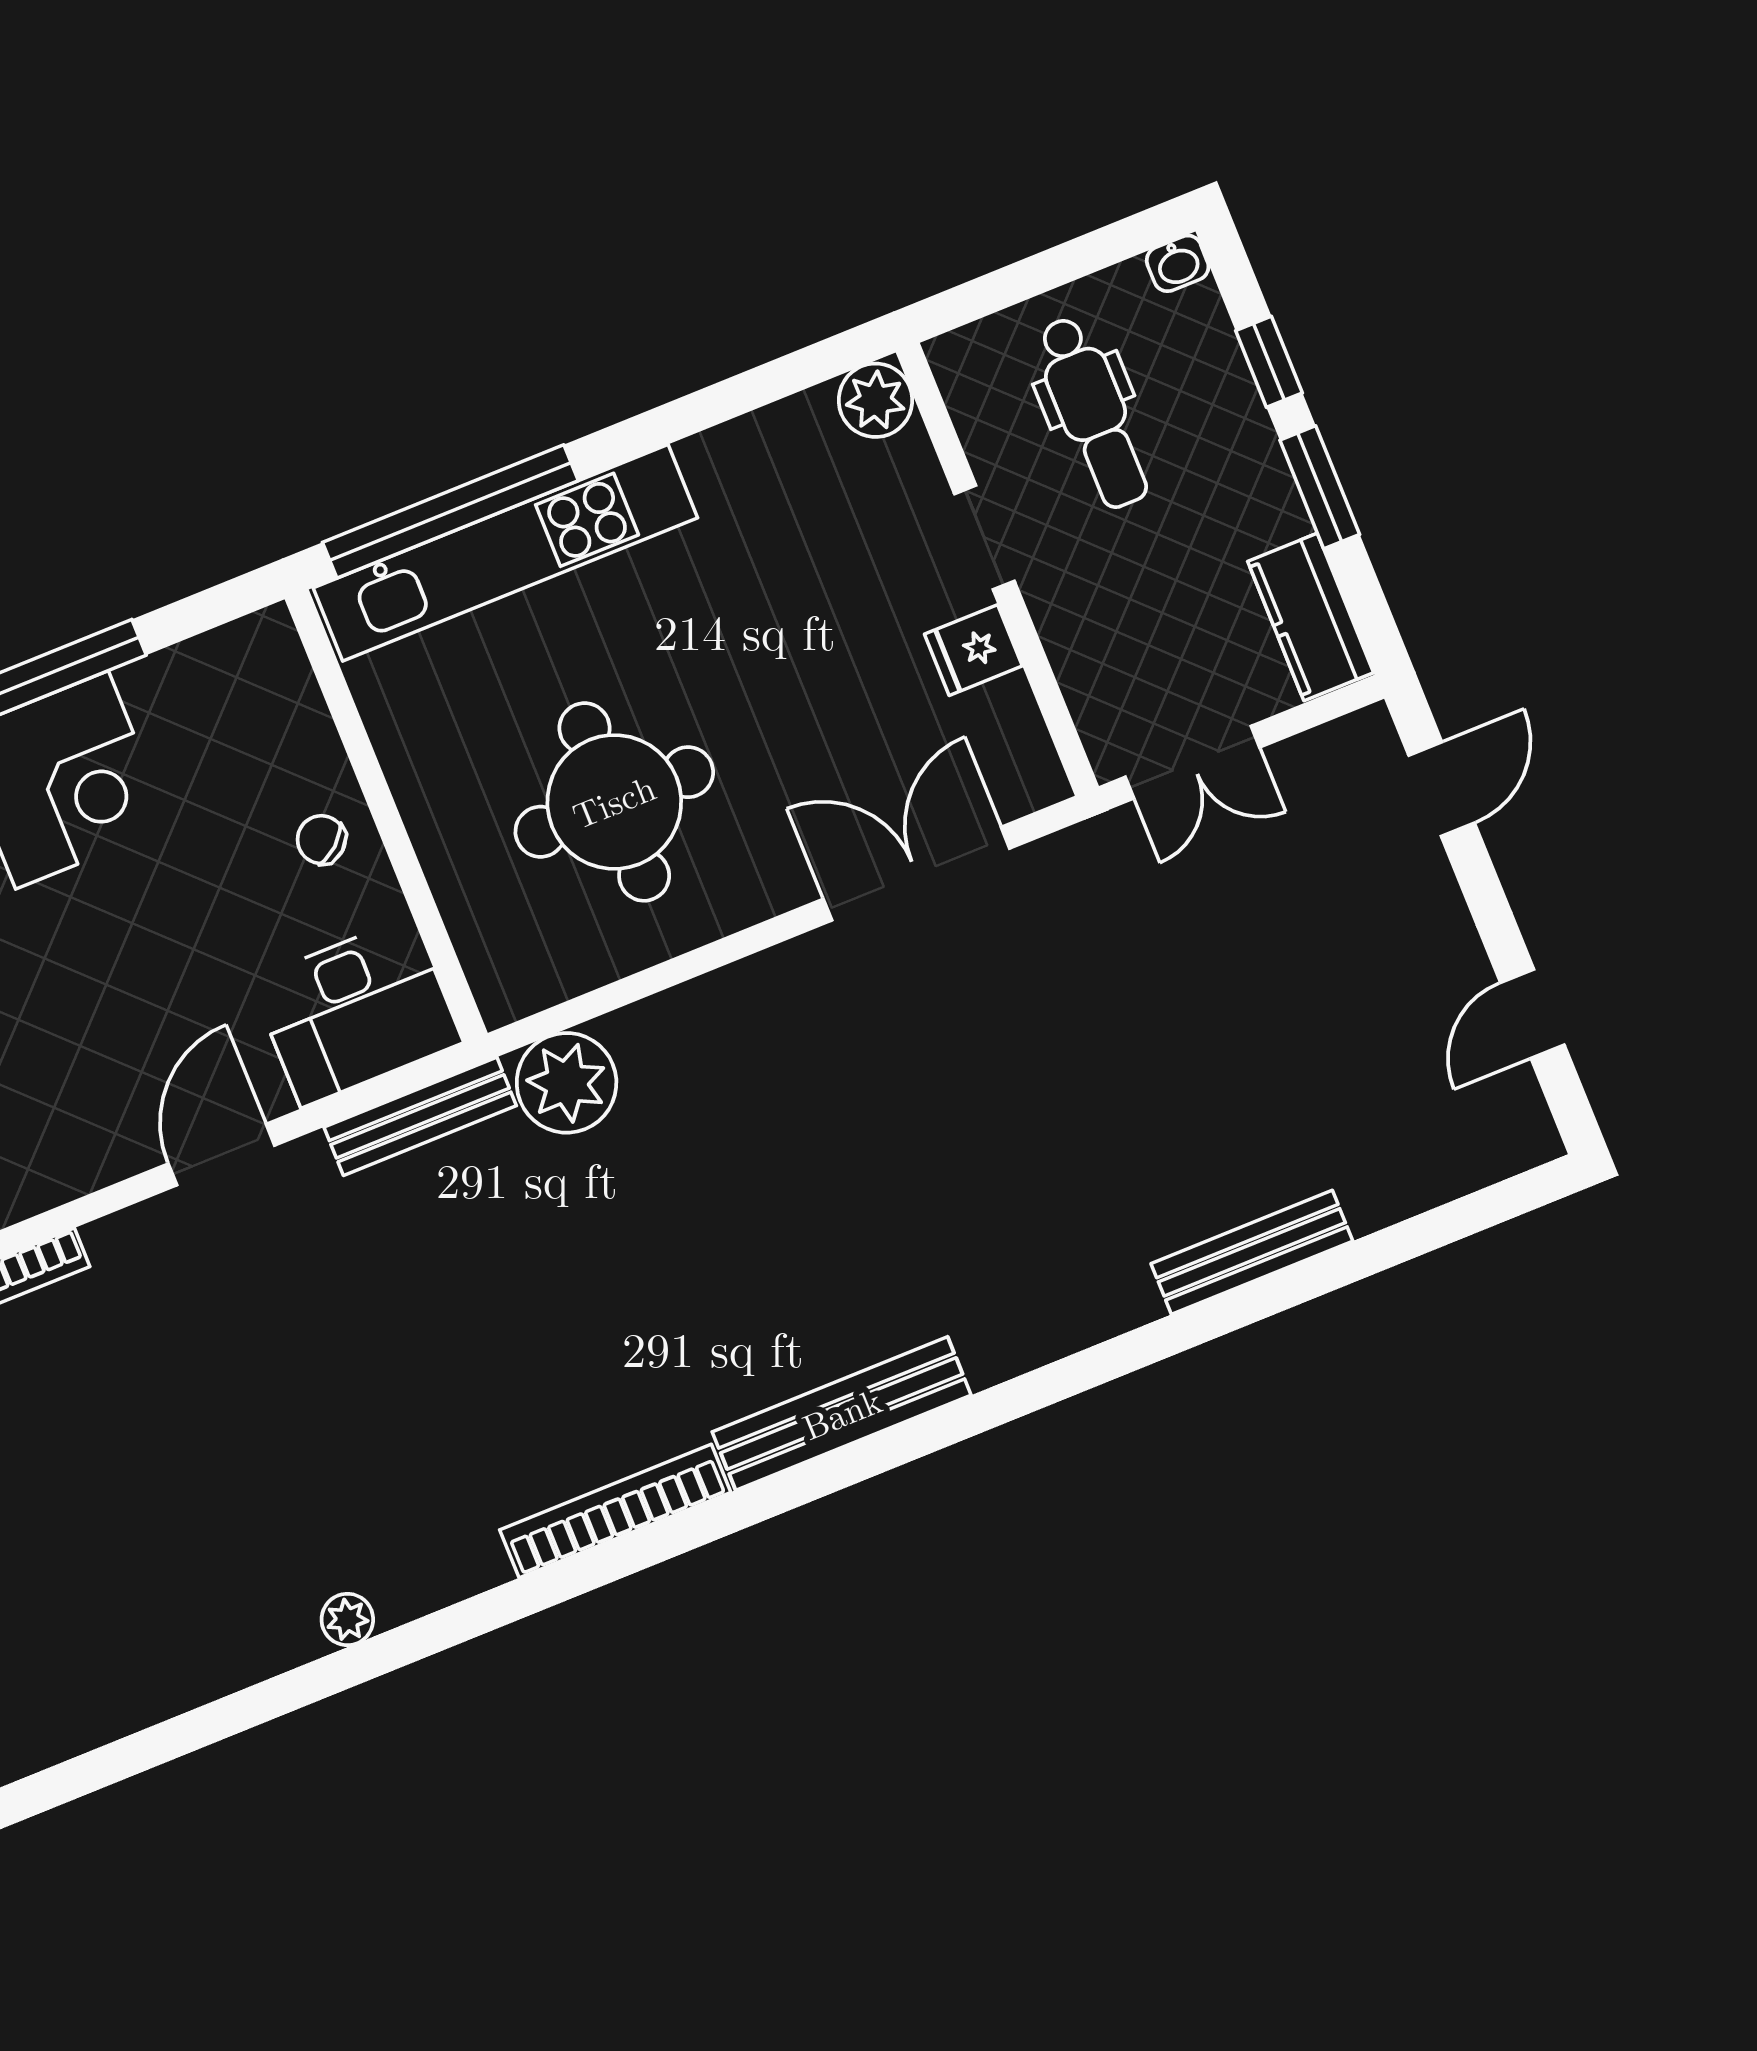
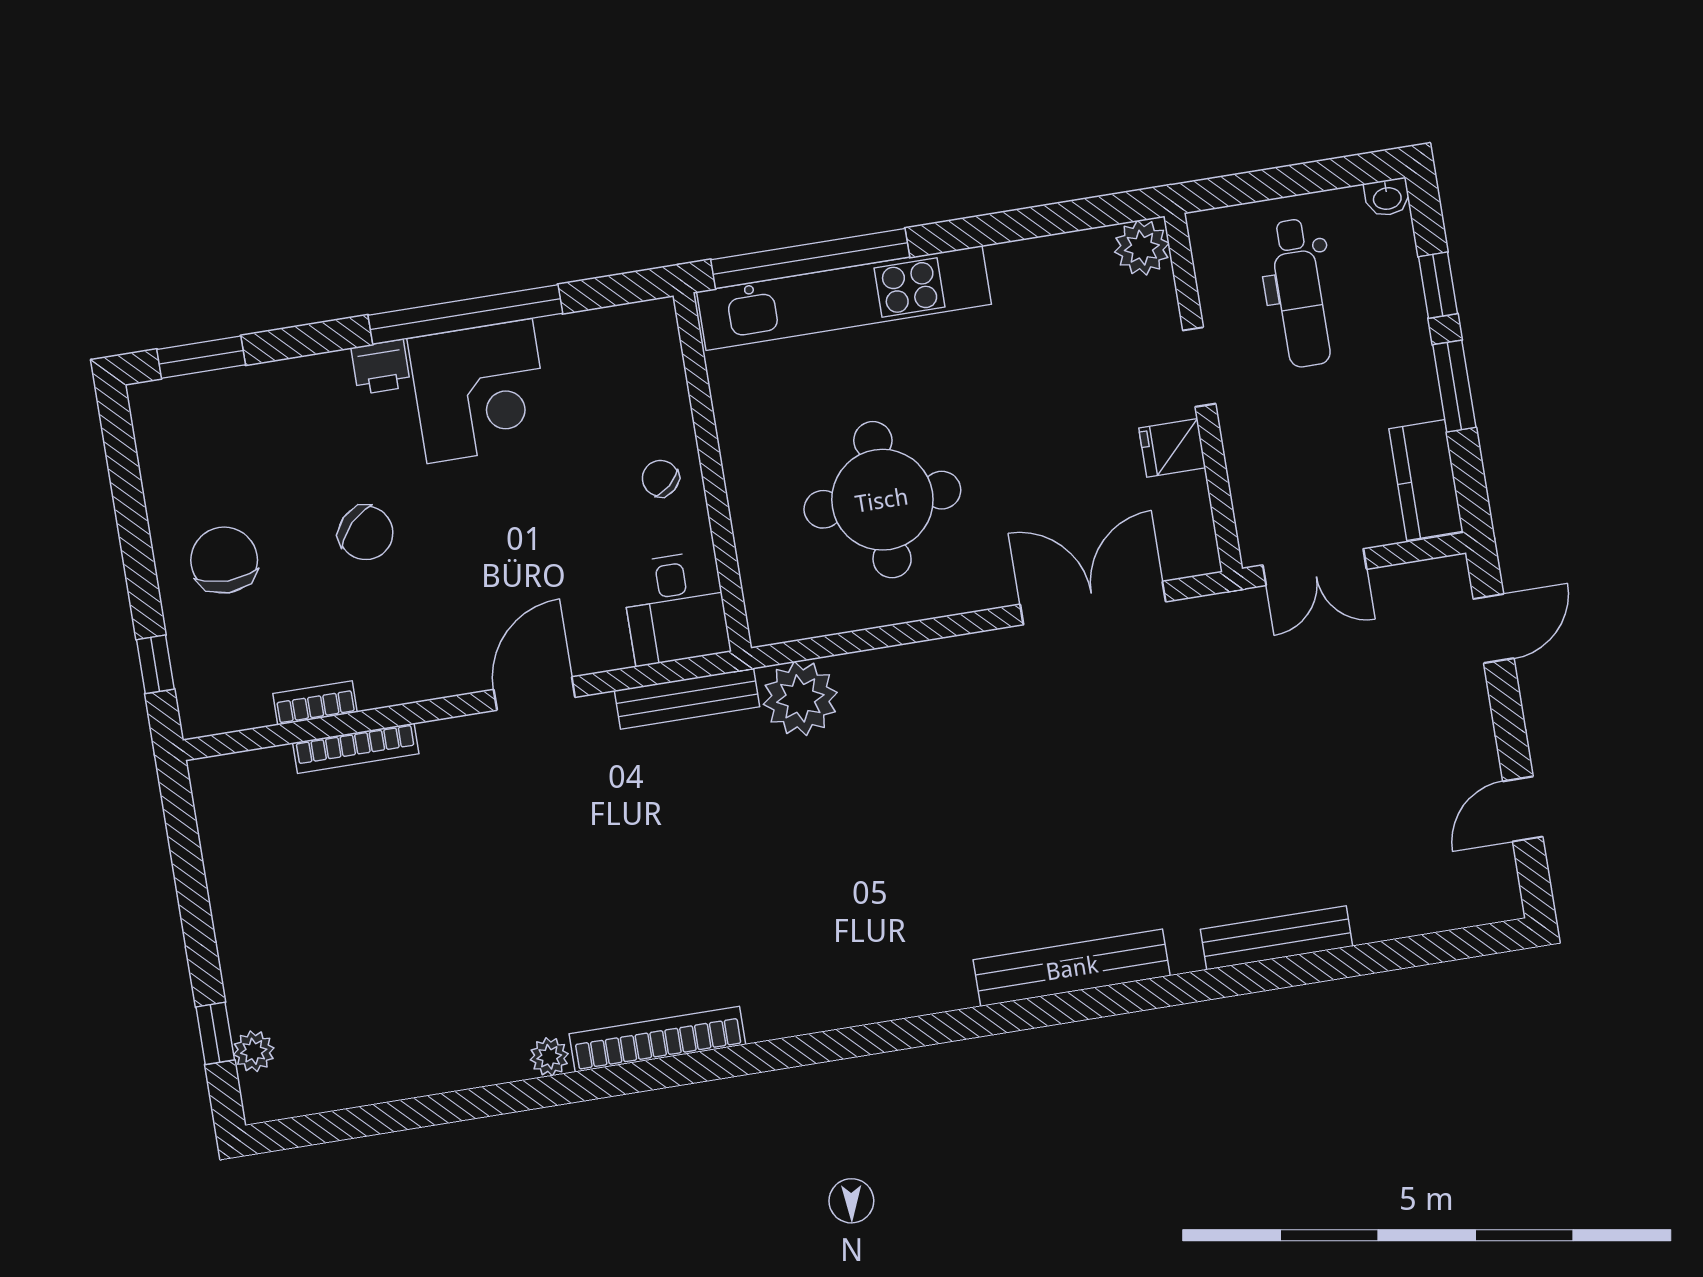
desk: (357, 1012) -> (675, 608), width x0.73
bench: (842, 1414) -> (1072, 968), moved
bookcase: (615, 1511) -> (657, 1039), moved

